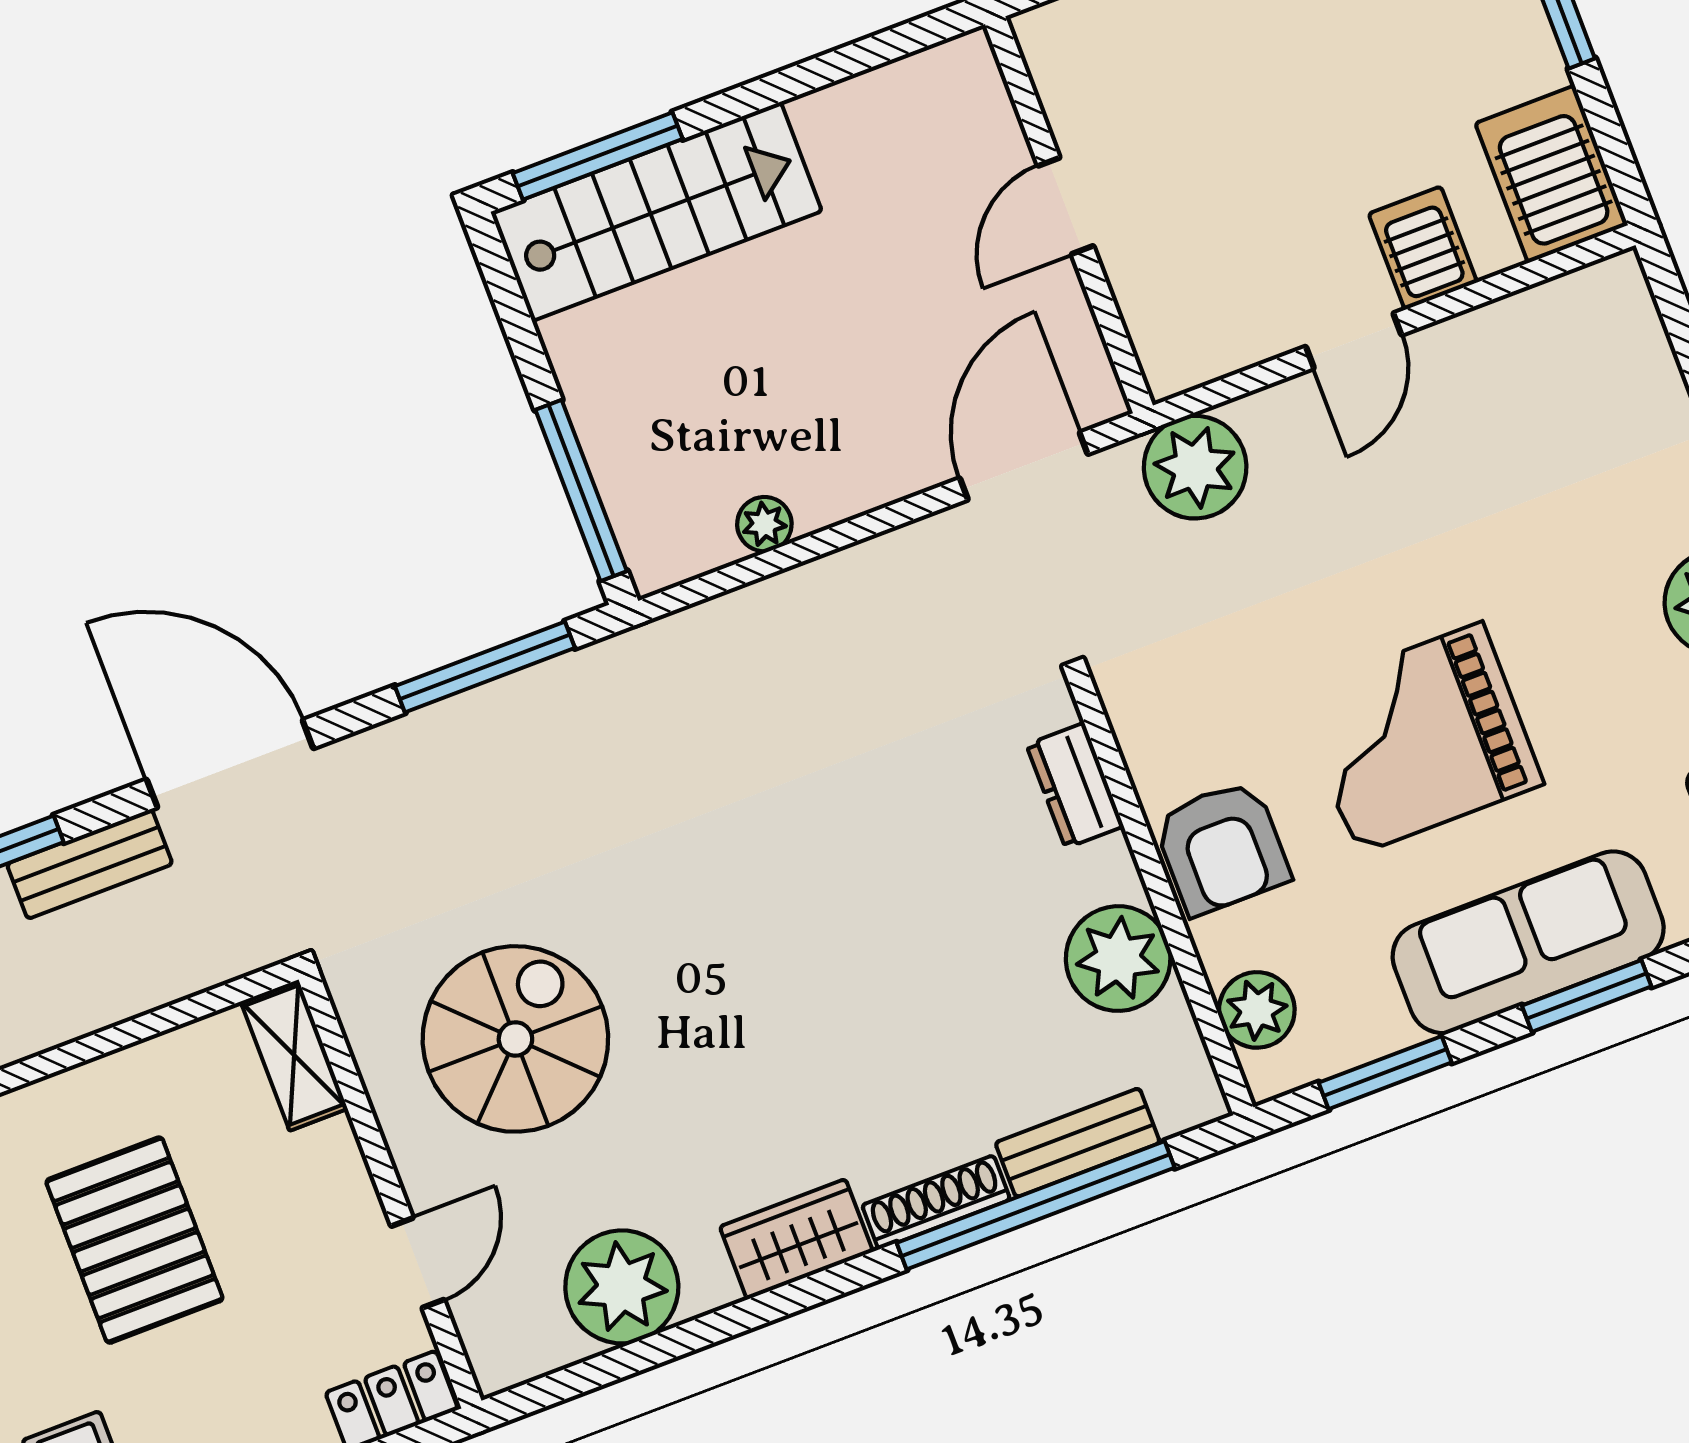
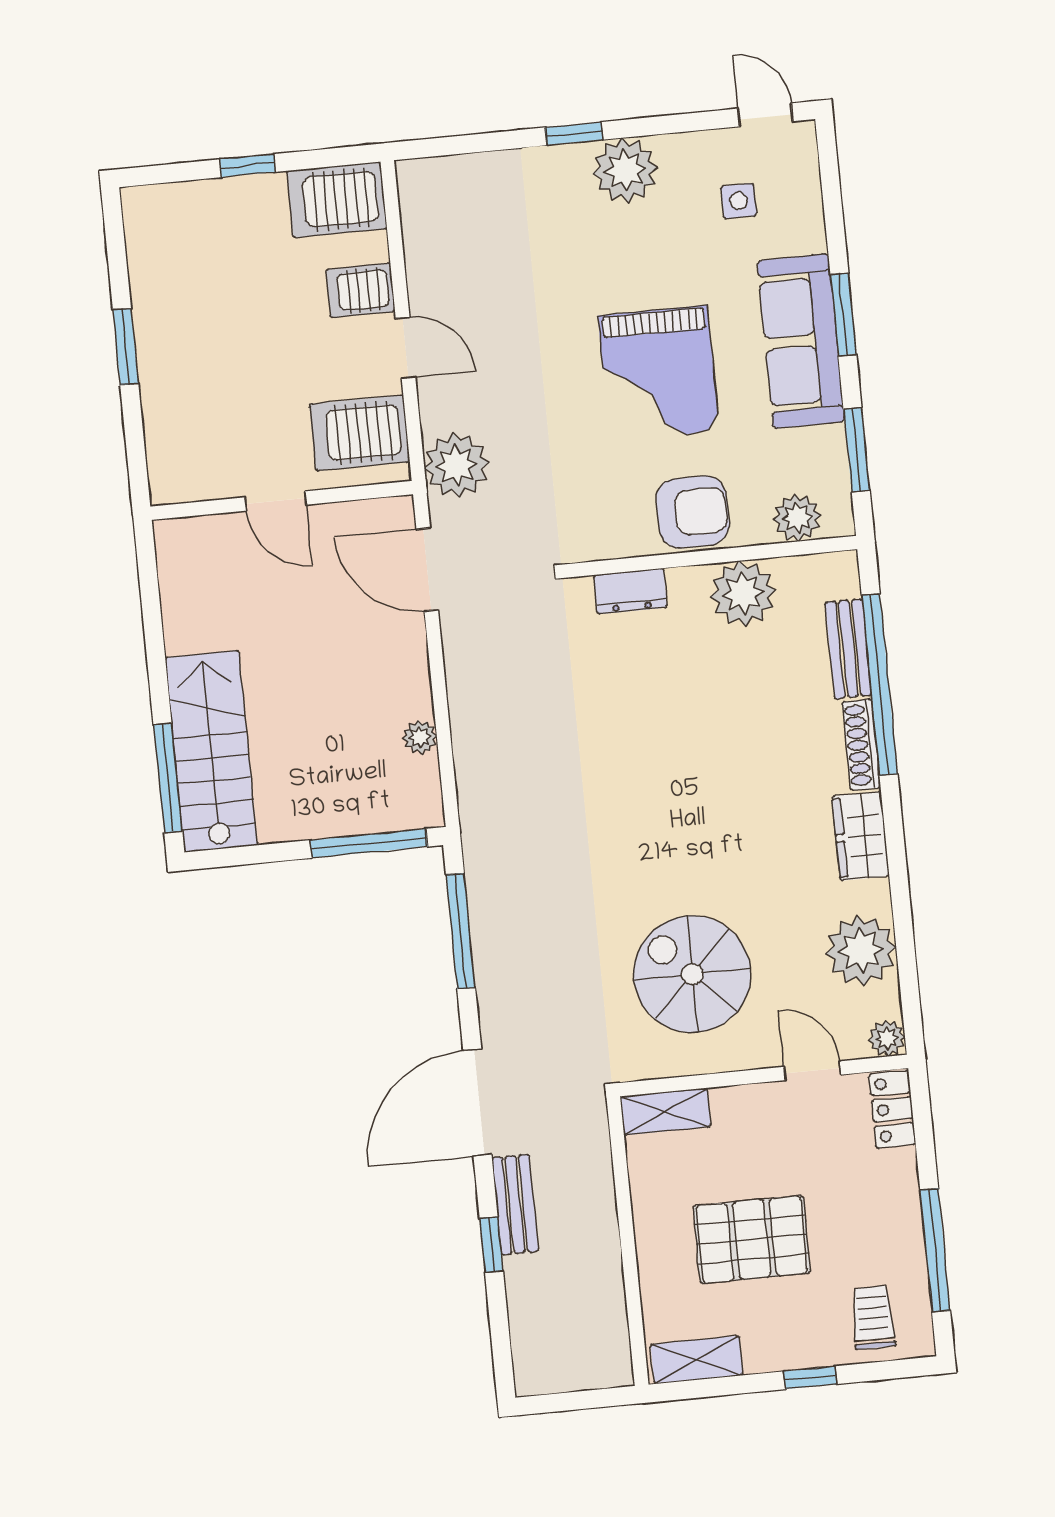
server rack: (1204, 306) -> (360, 433), added
plant: (498, 1363) -> (887, 1038), added

